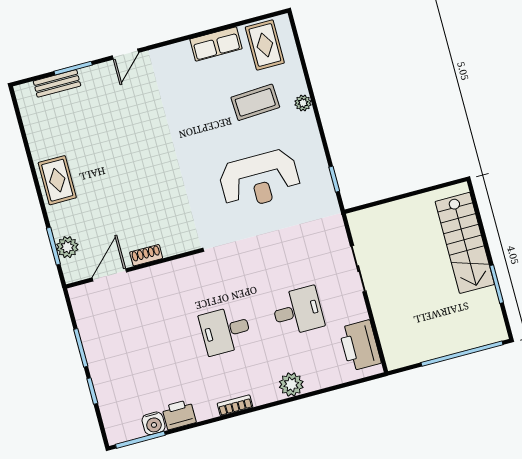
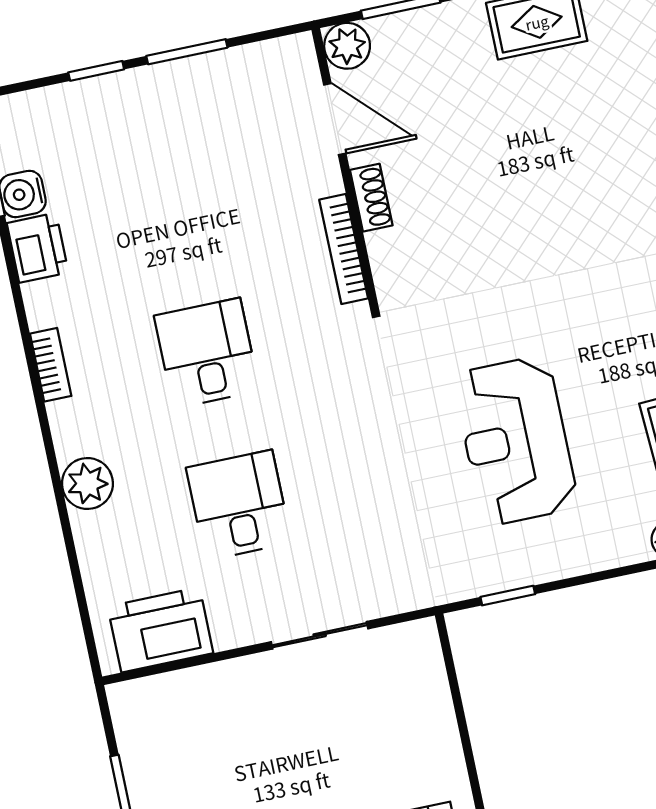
plant: (67, 247) -> (347, 46), moved
bookcase: (172, 267) -> (344, 249), added
desk: (298, 311) -> (239, 505), turned 180

